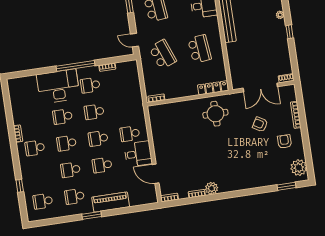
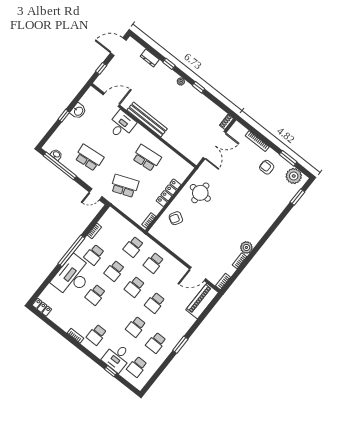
locker: (13, 88) -> (42, 307), added
locker: (213, 88) -> (169, 193), moved
armchair: (260, 124) -> (176, 218), moved
school desk: (67, 143) -> (133, 247), moved
window: (307, 150) -> (288, 158), added
desk: (138, 154) -> (117, 357), moved, turned 180
piano: (111, 202) -> (202, 301), moved

